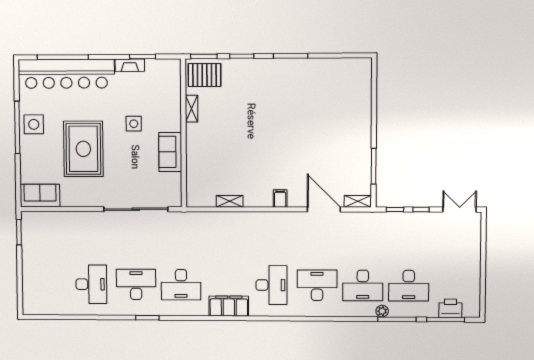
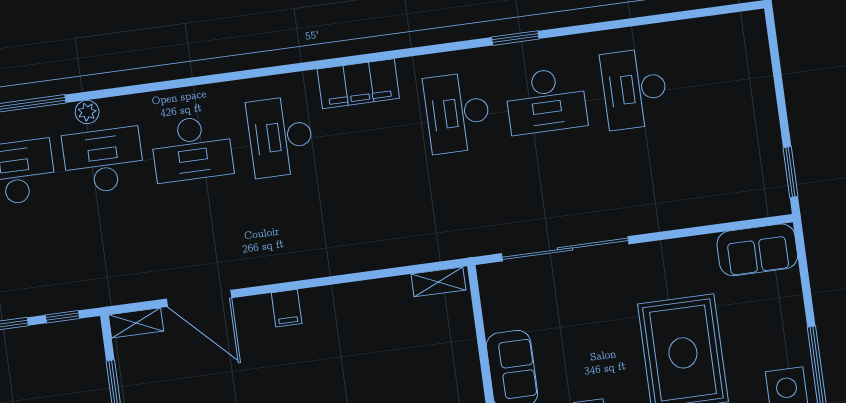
shelving: (230, 201) -> (438, 282), moved
desk: (181, 285) -> (458, 113), turned -90
plant: (382, 311) -> (87, 112), moved

